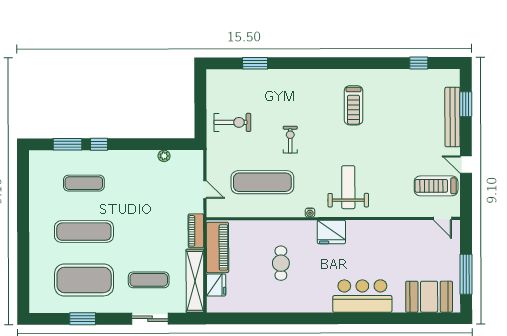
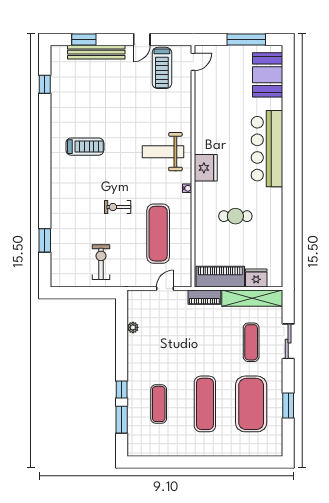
bar counter: (362, 296) -> (267, 149), width x1.36

